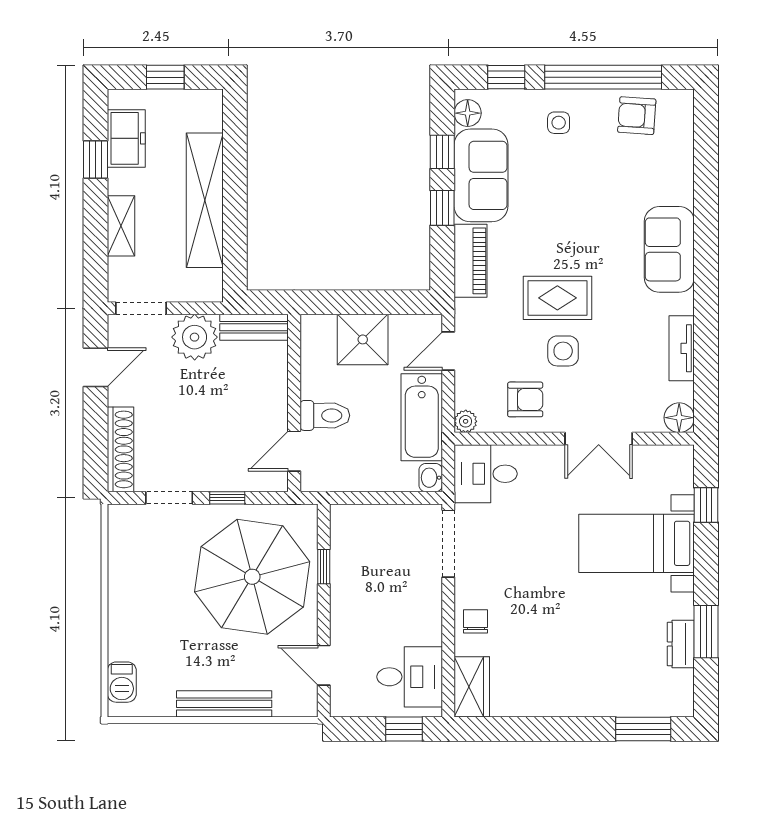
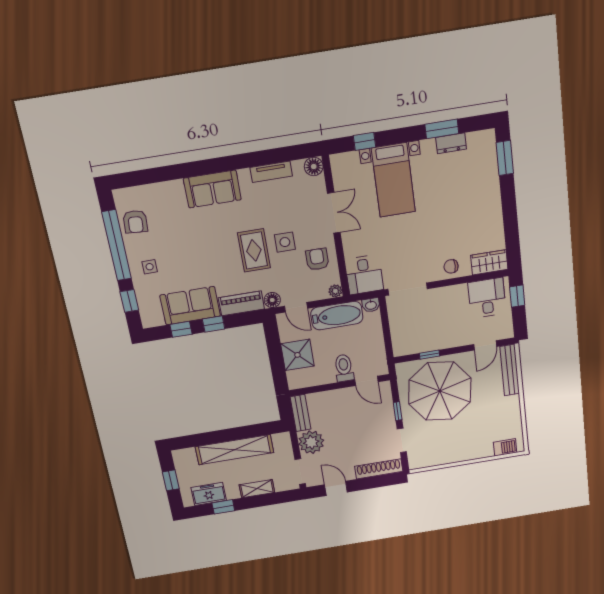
floor lamp: (468, 113) -> (272, 300), moved
bench: (224, 704) -> (510, 370), moved

